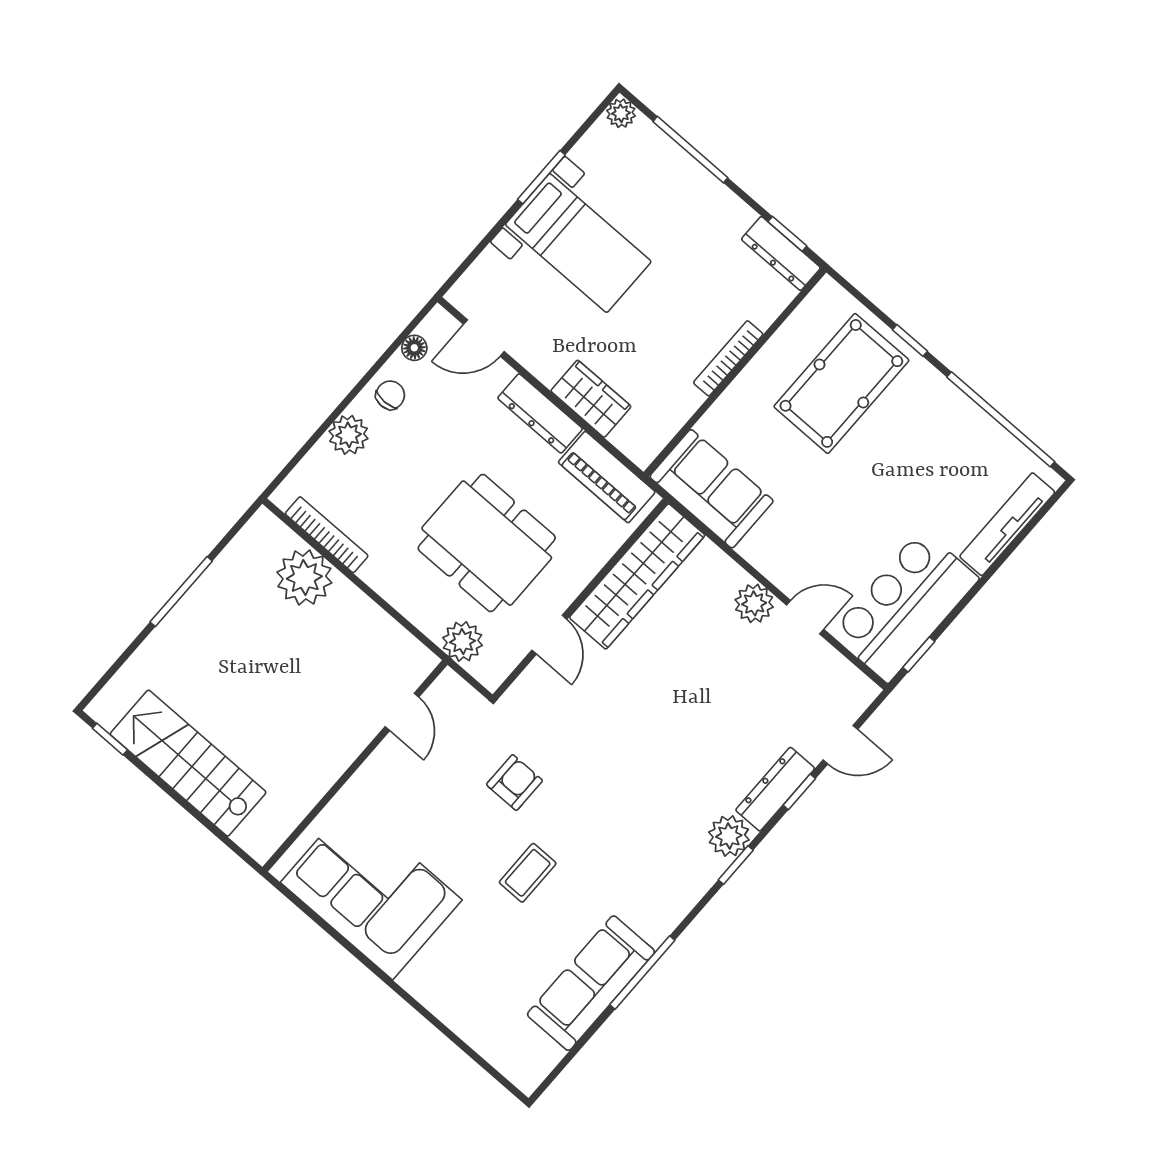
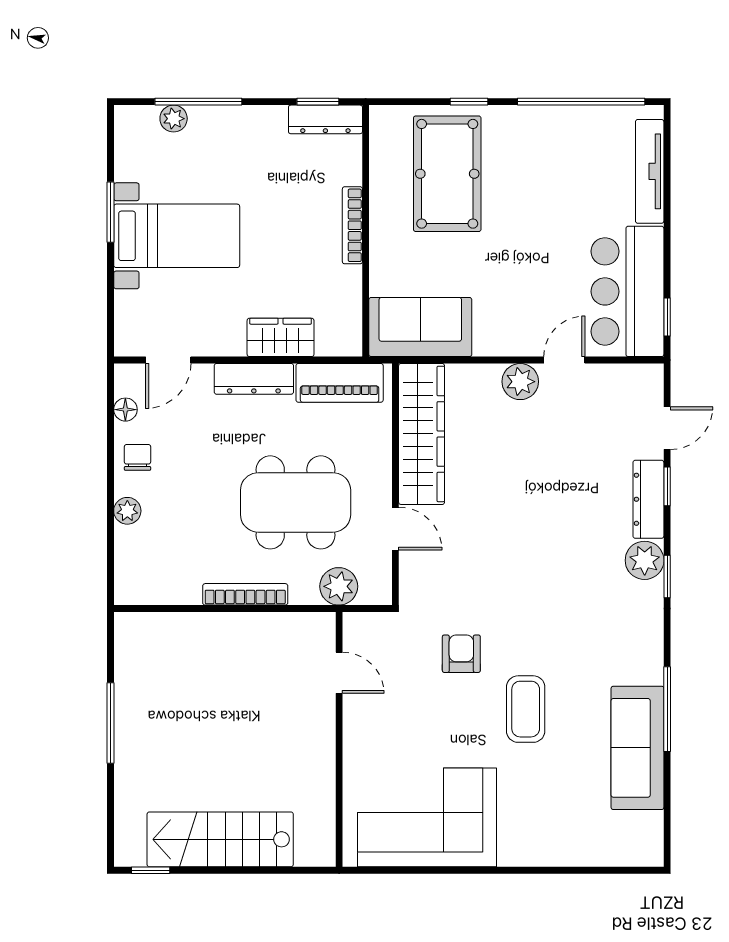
plant: (621, 113) -> (174, 119), moved
plant: (349, 435) -> (127, 511), width x0.73, depth x0.73
bookcase: (327, 535) -> (245, 594), moved
plant: (304, 577) -> (188, 638), removed
coffee table: (528, 873) -> (526, 709), width x1.36, depth x1.30

